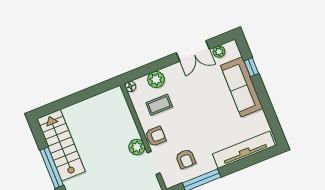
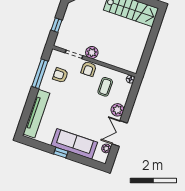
window: (251, 67) -> (61, 153), moved
plant: (156, 79) -> (117, 110), moved

